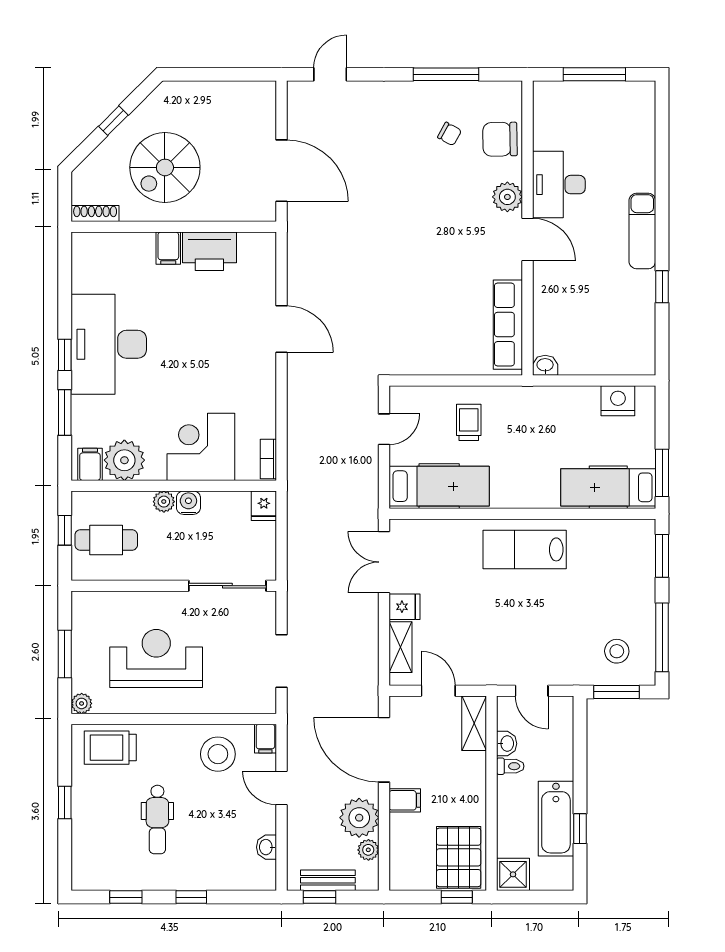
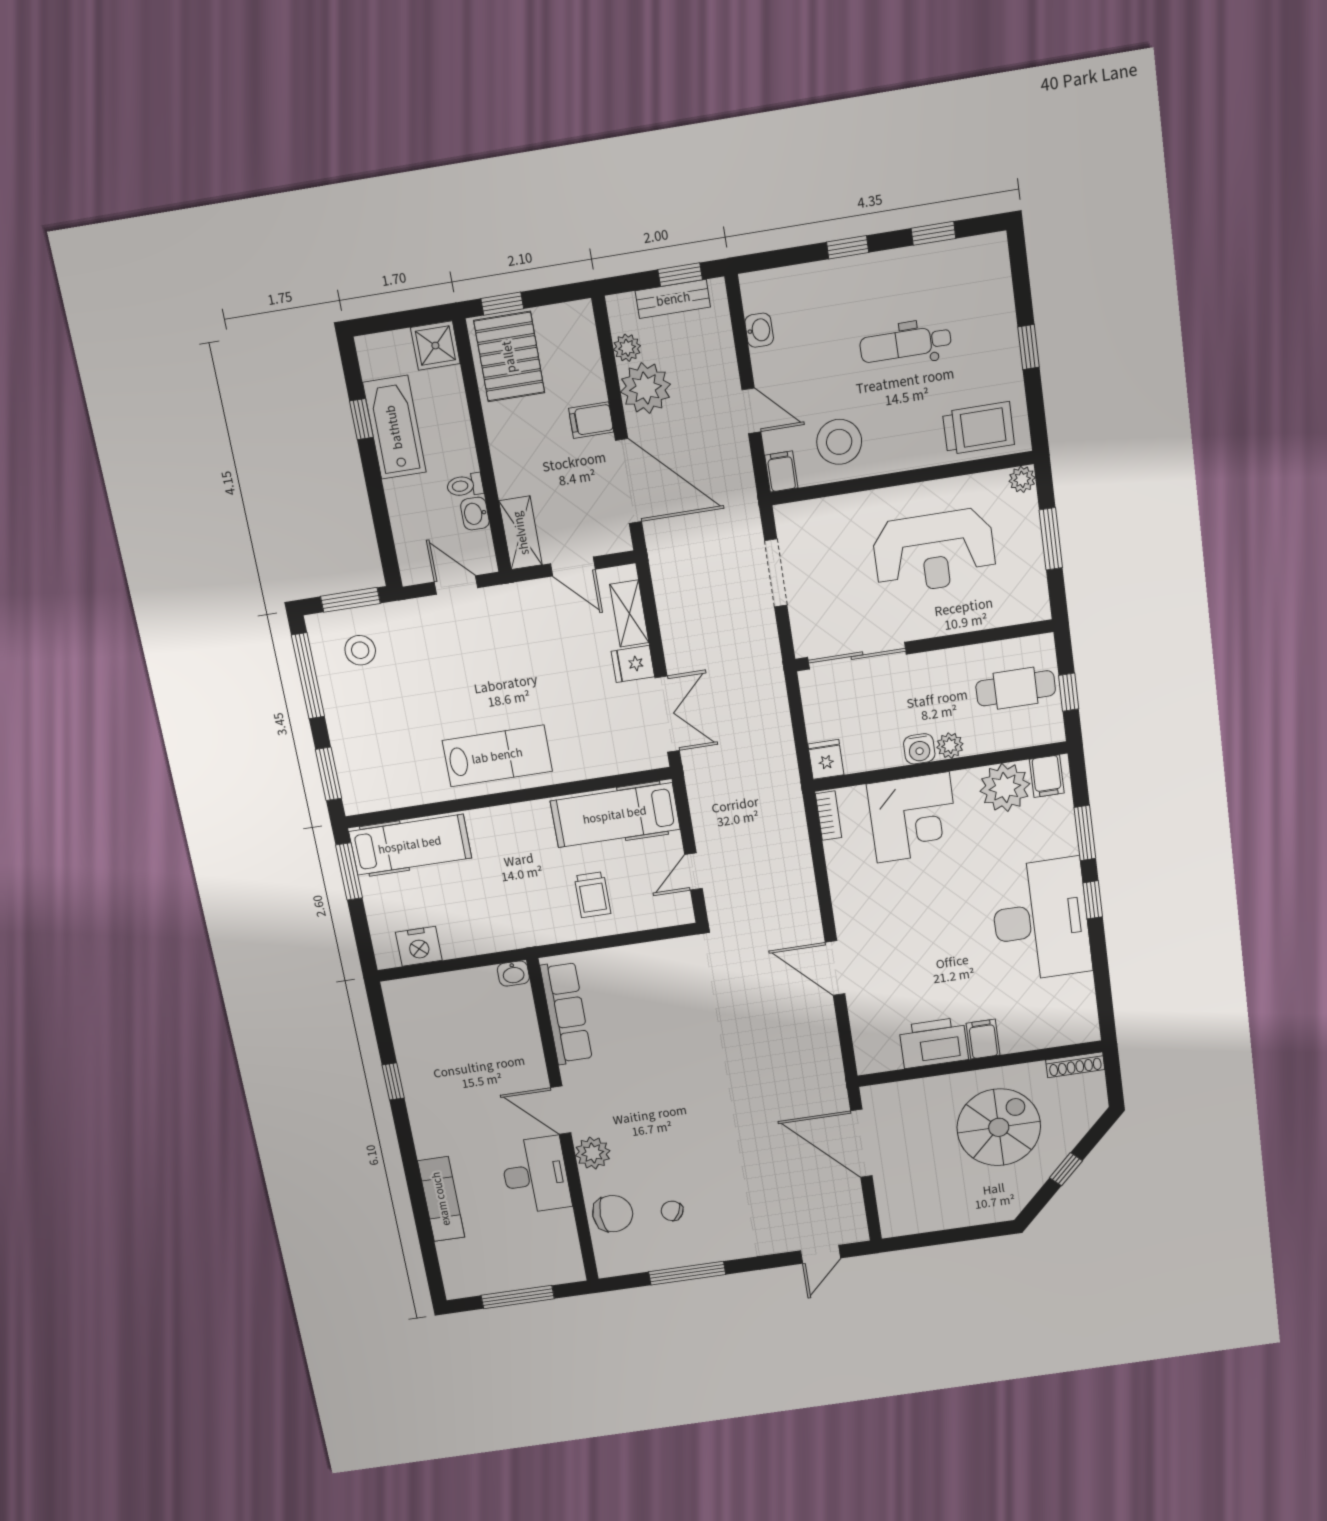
exam couch: (642, 231) -> (441, 1199), moved
dental chair: (157, 820) -> (906, 344), turned -90

